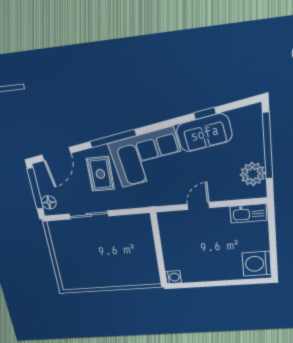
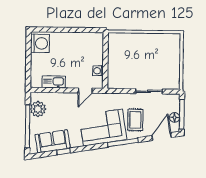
sofa: (204, 133) -> (53, 141), moved
floor lamp: (49, 202) -> (175, 117), moved
door: (198, 206) -> (85, 91), moved
kitchen sink: (248, 213) -> (54, 82), moved
washing machine: (173, 277) -> (98, 71), moved

